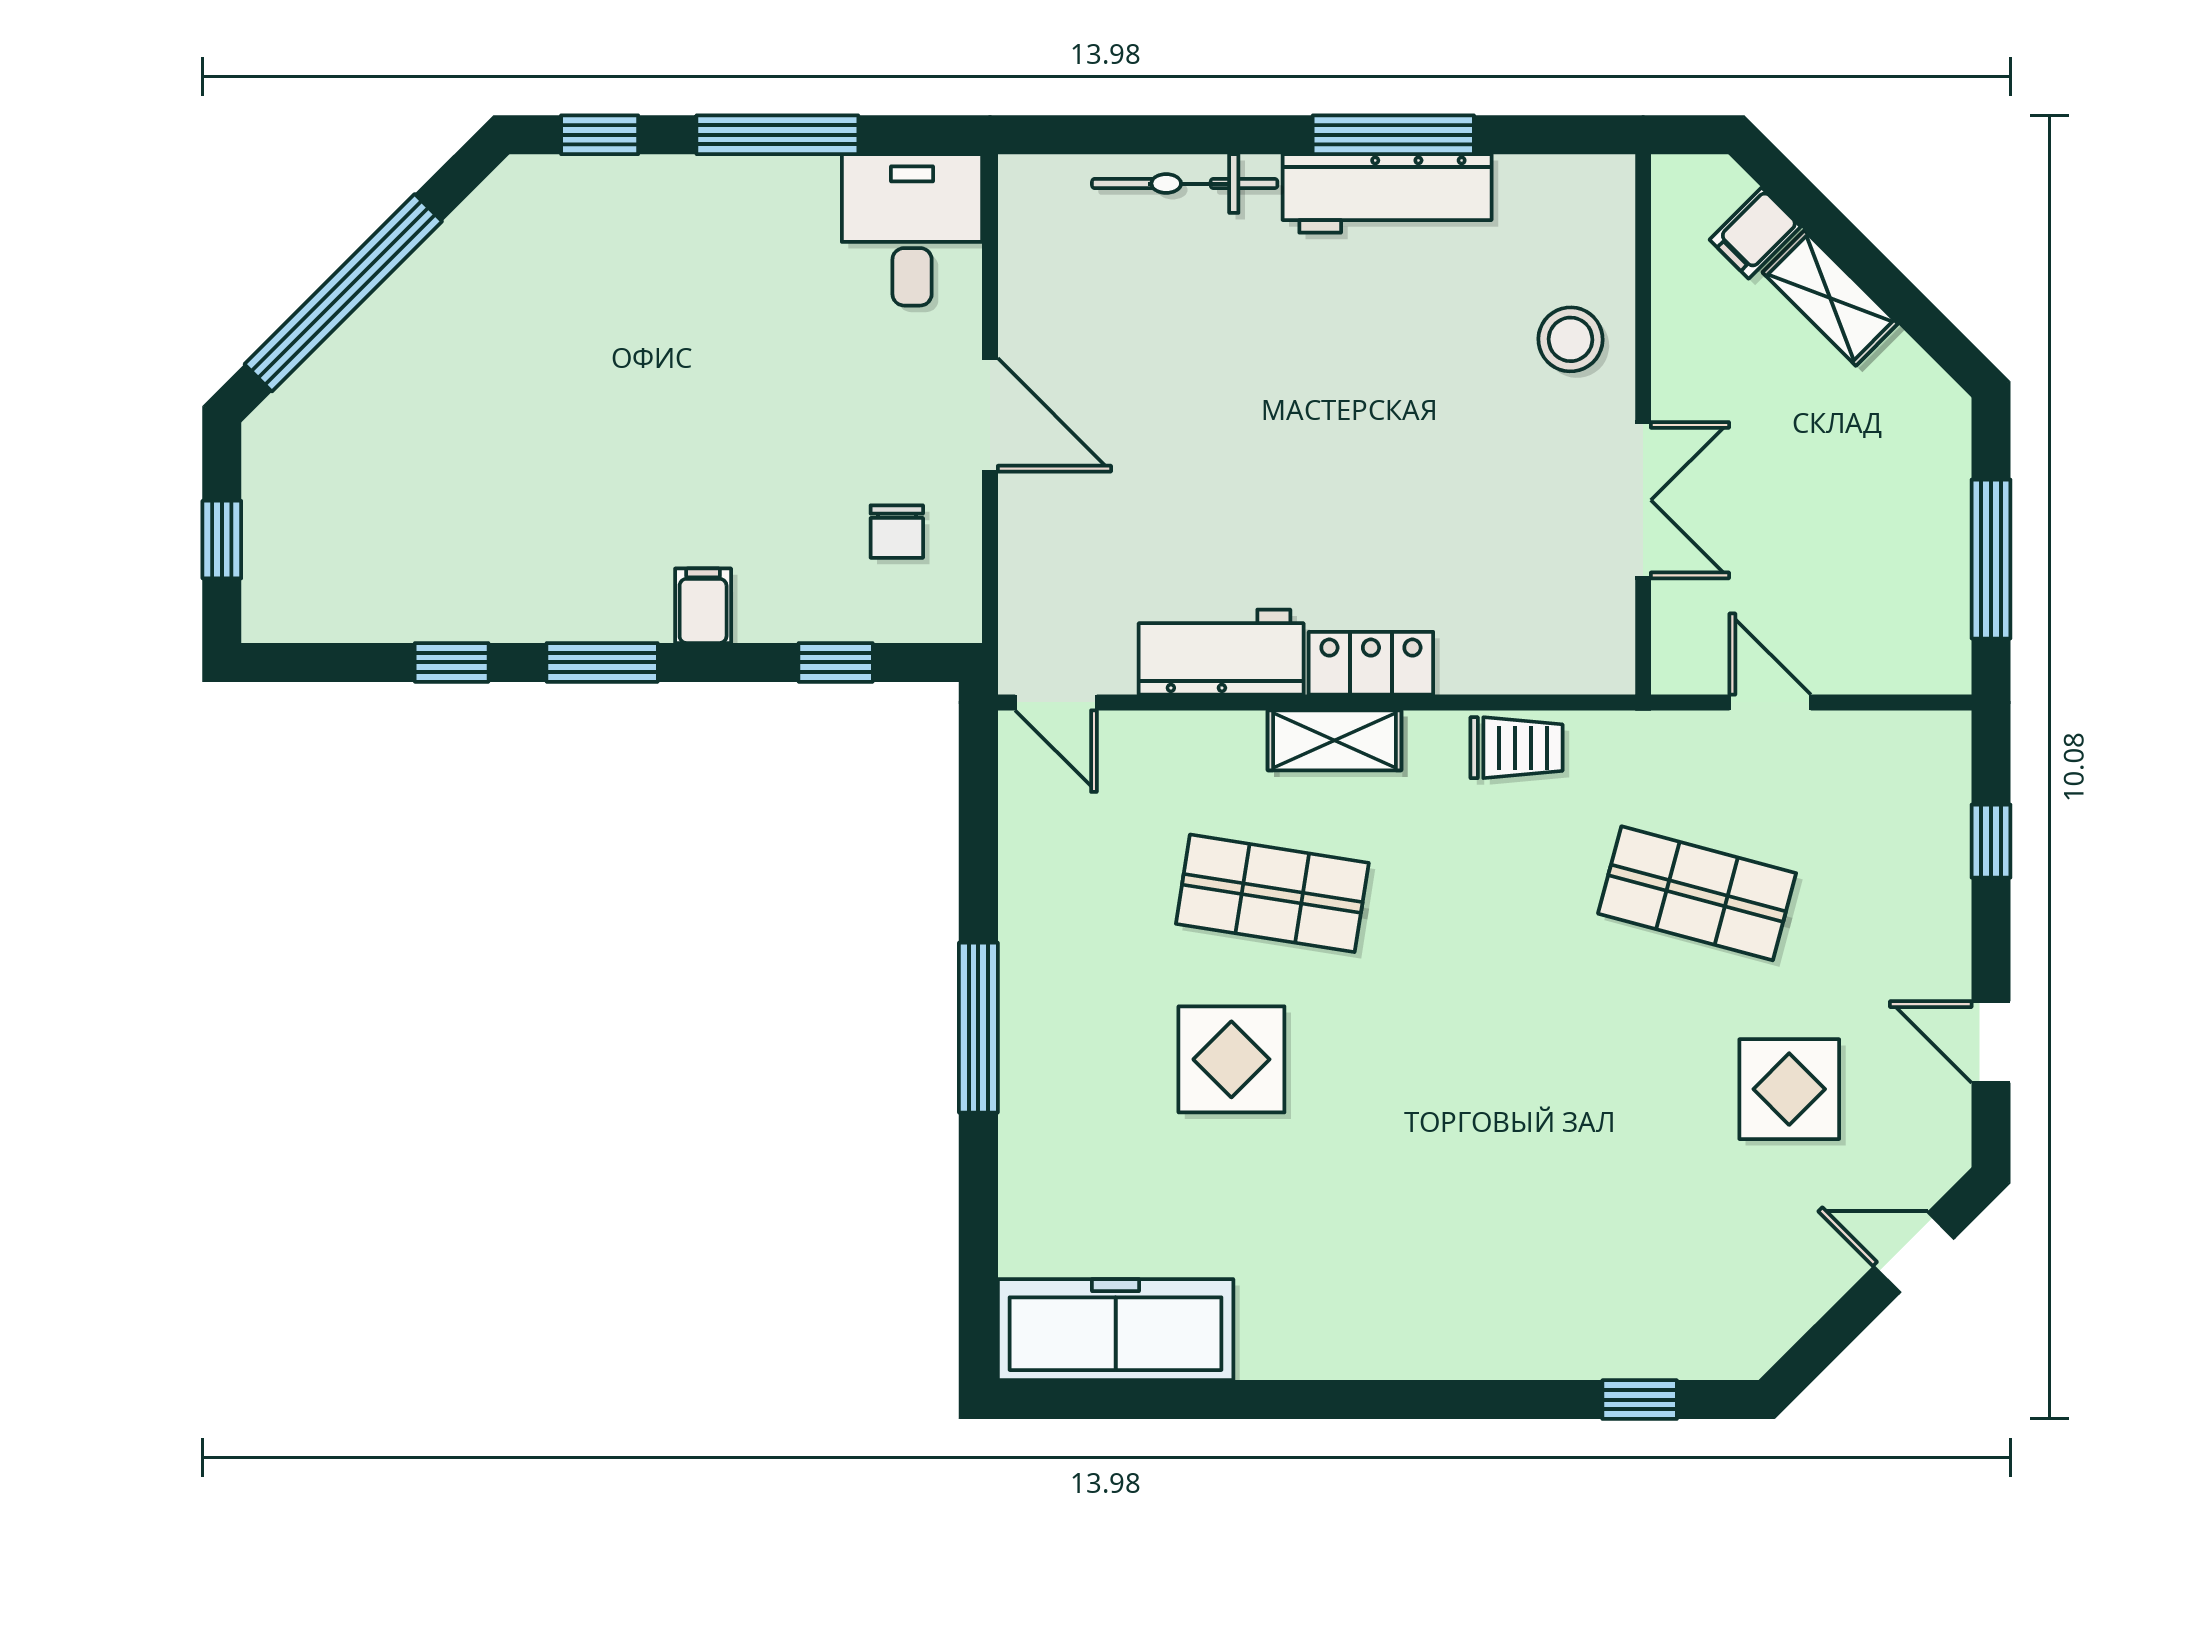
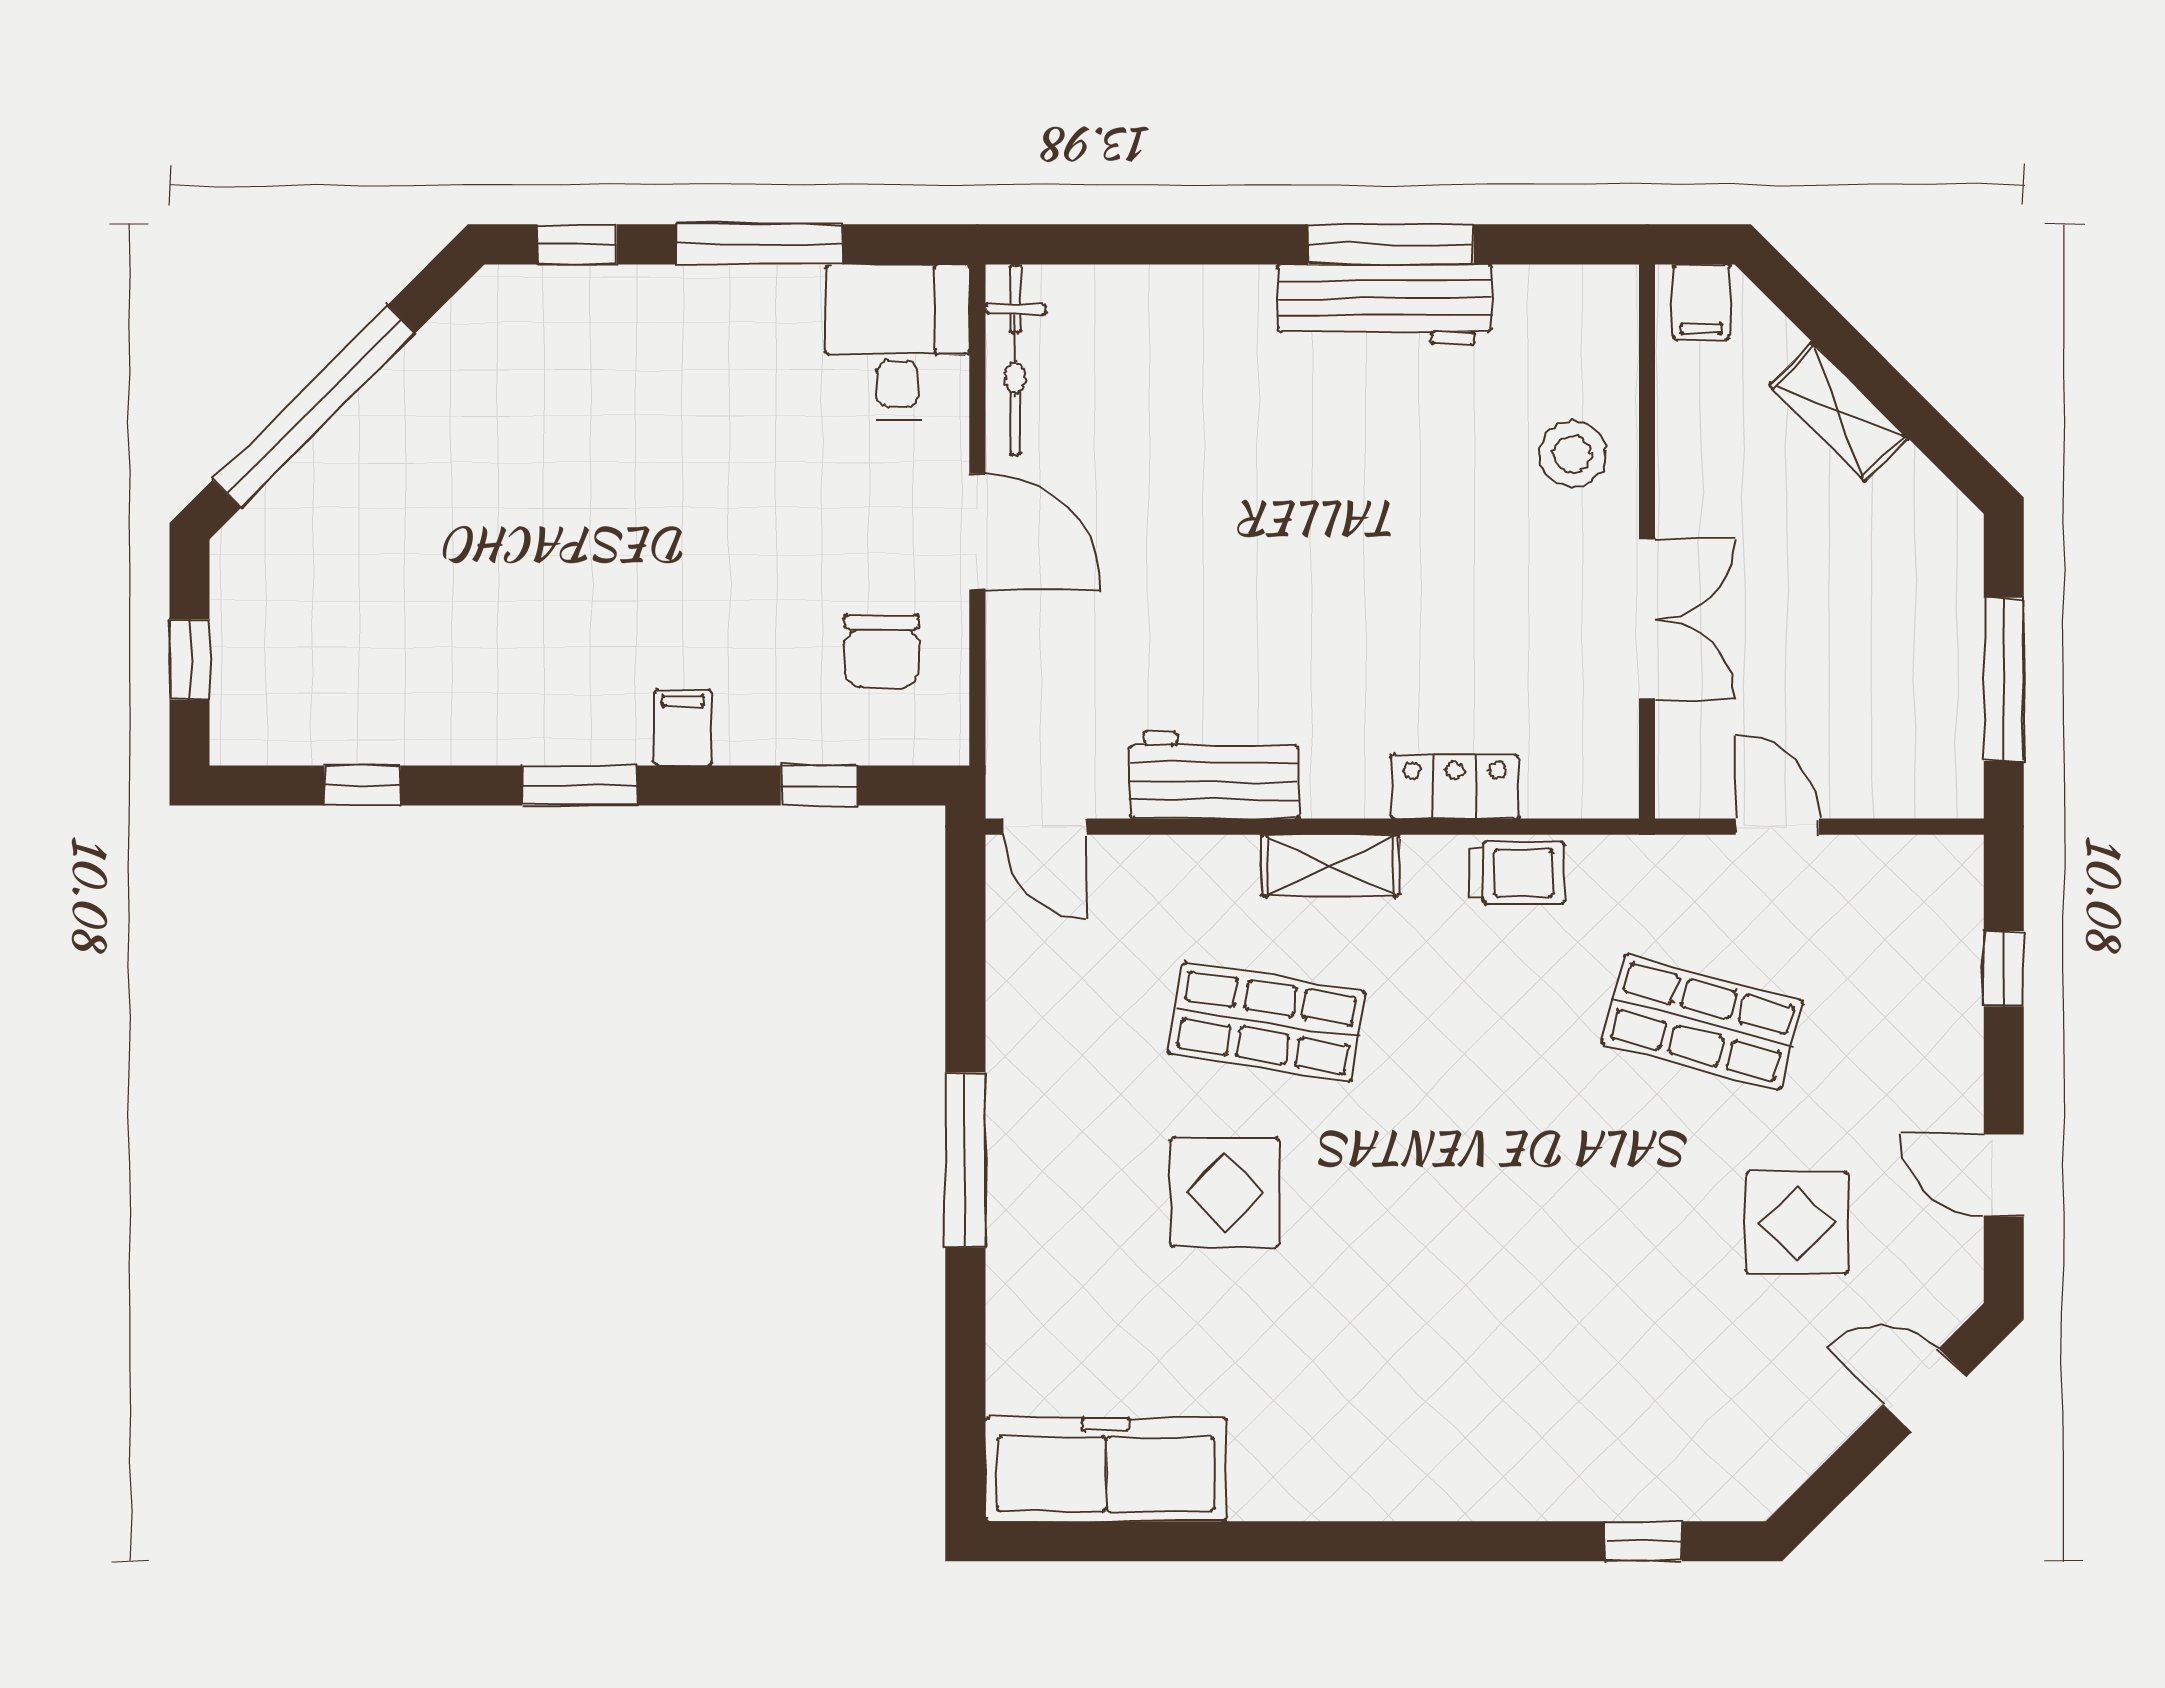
bicycle: (1185, 184) -> (1015, 359), moved, turned -90
filing cabinet: (1755, 233) -> (1701, 302), moved, turned -45
chair: (897, 532) -> (882, 651), width x1.37, depth x1.37
window: (452, 662) -> (363, 785), moved
locker: (1371, 663) -> (1455, 786), moved

